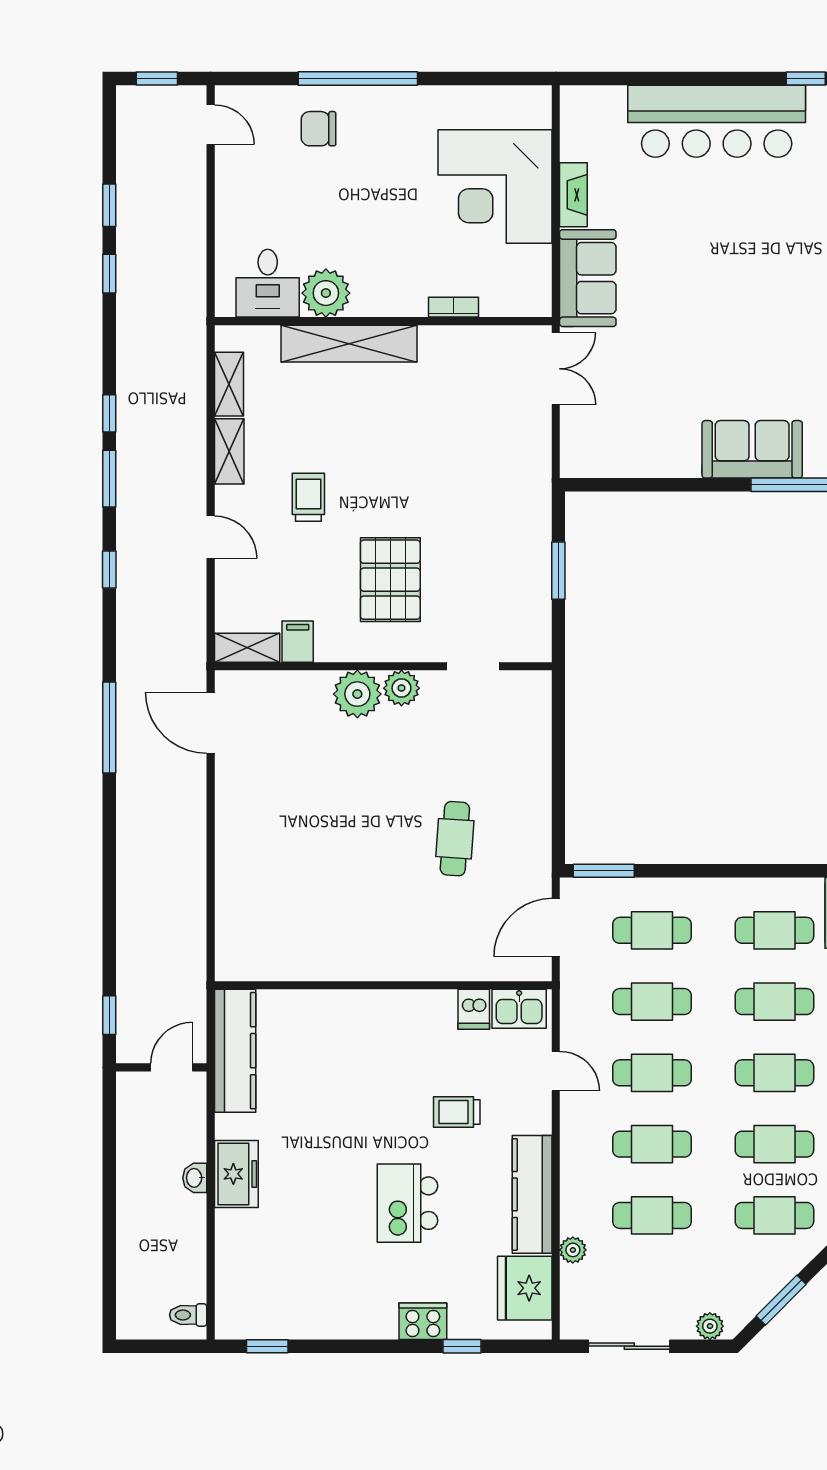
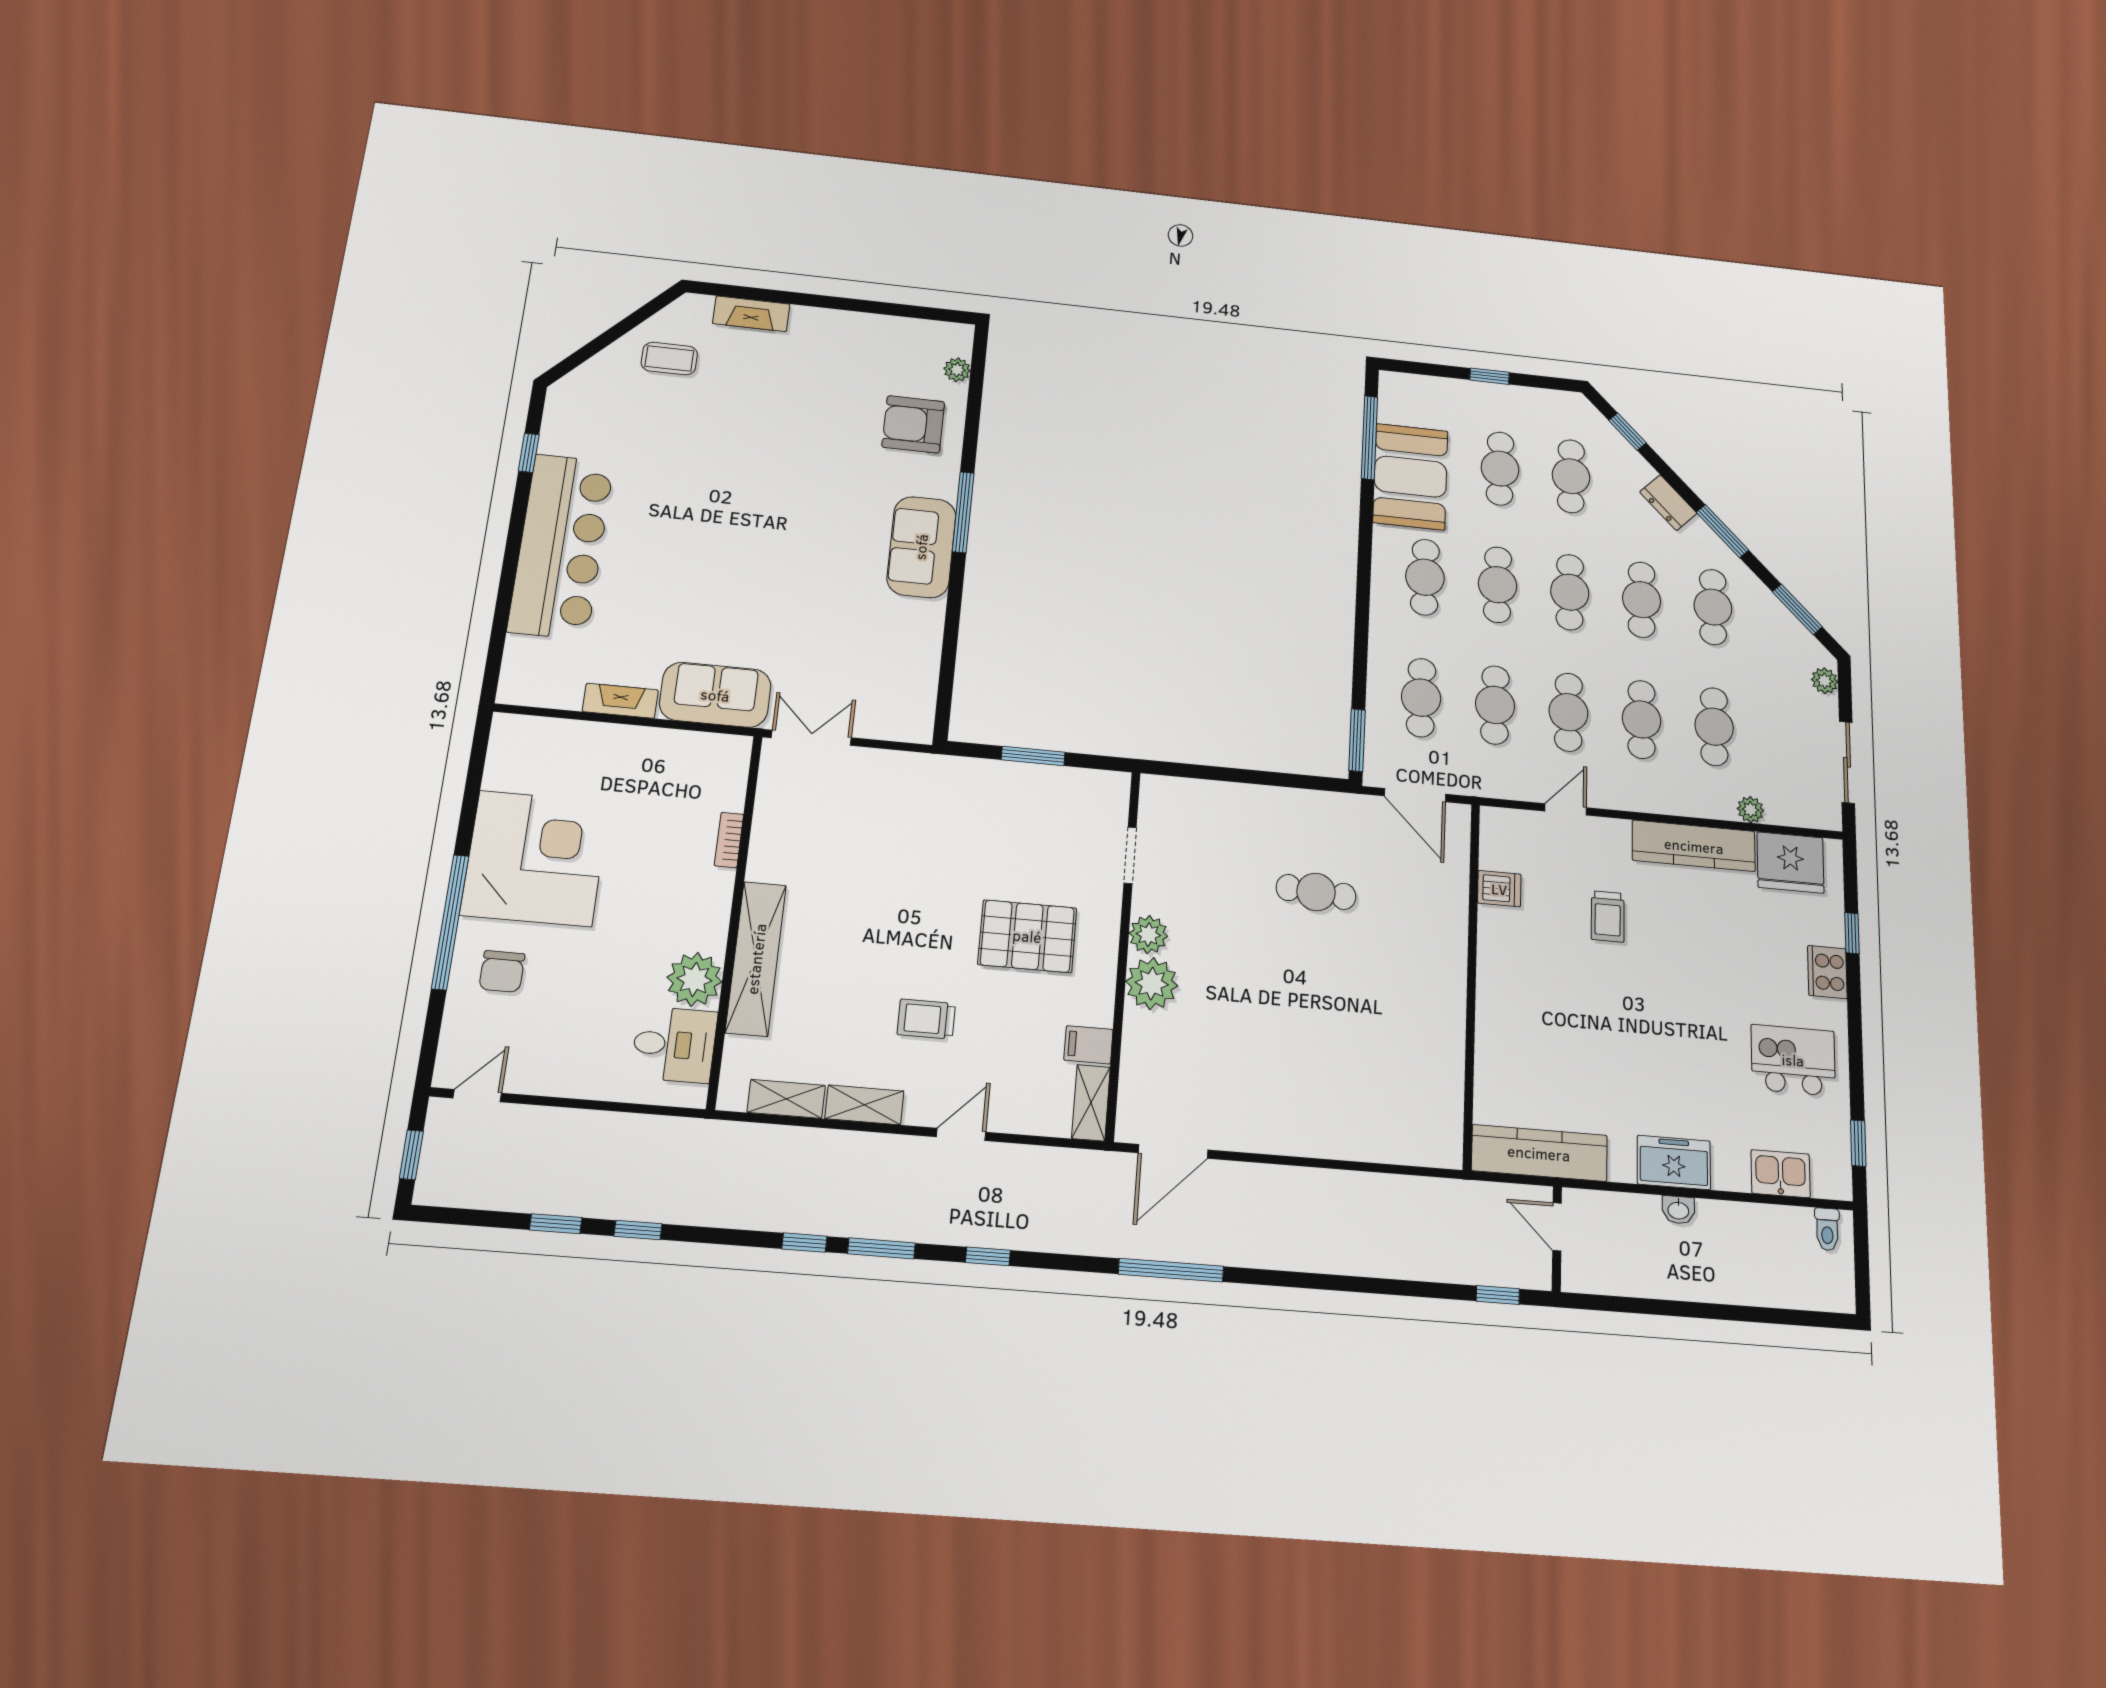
corner desk: (495, 186) -> (535, 858), moved, turned -90
kitchen sink: (519, 1009) -> (1781, 1174), moved, turned -90
kitchen island: (407, 1203) -> (1793, 1060), moved, turned 180

